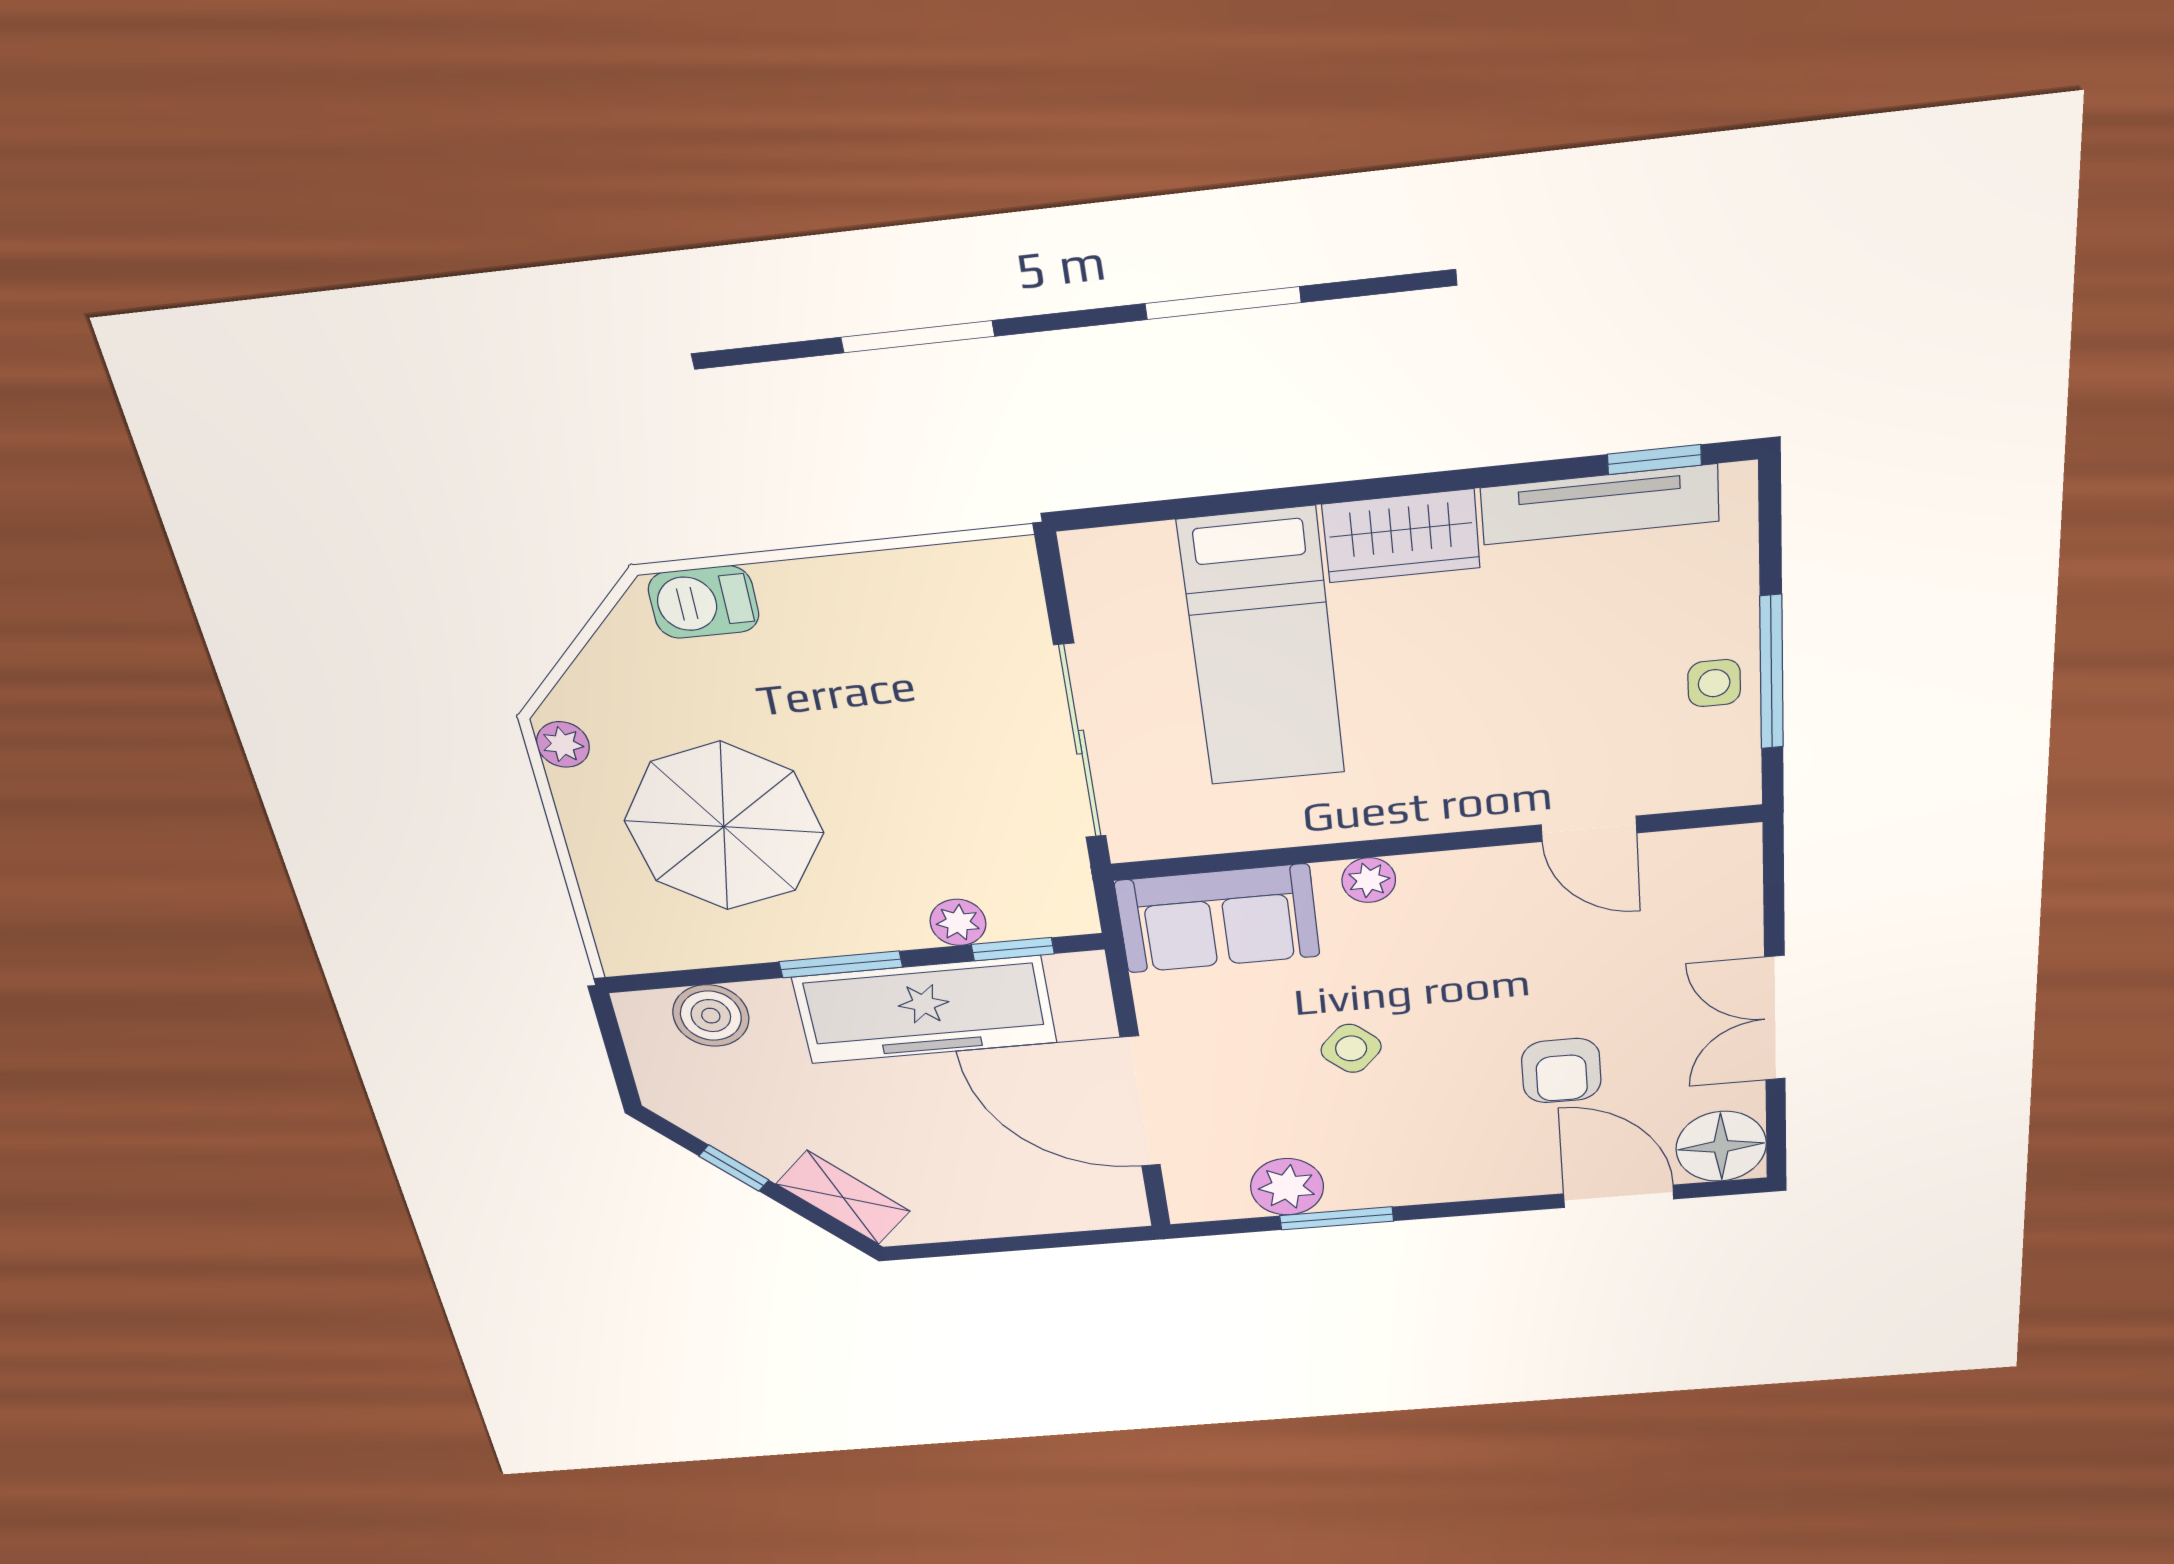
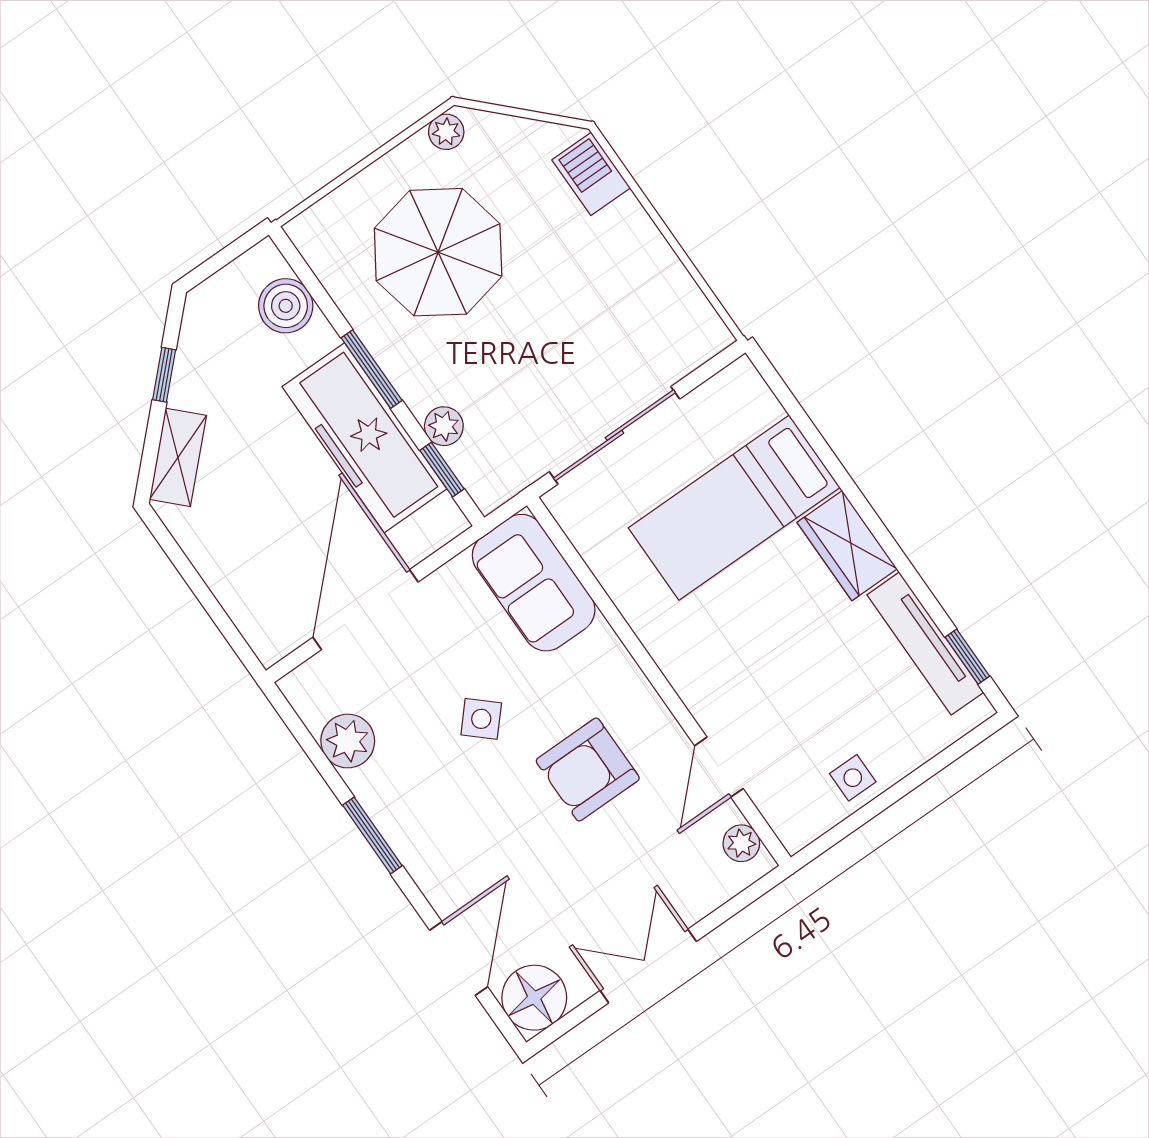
window: (1772, 672) -> (877, 806), removed
plant: (1369, 880) -> (741, 843), moved
armchair: (1561, 1071) -> (588, 770), moved, width x1.38, depth x1.38
window: (1337, 1218) -> (372, 835), moved

